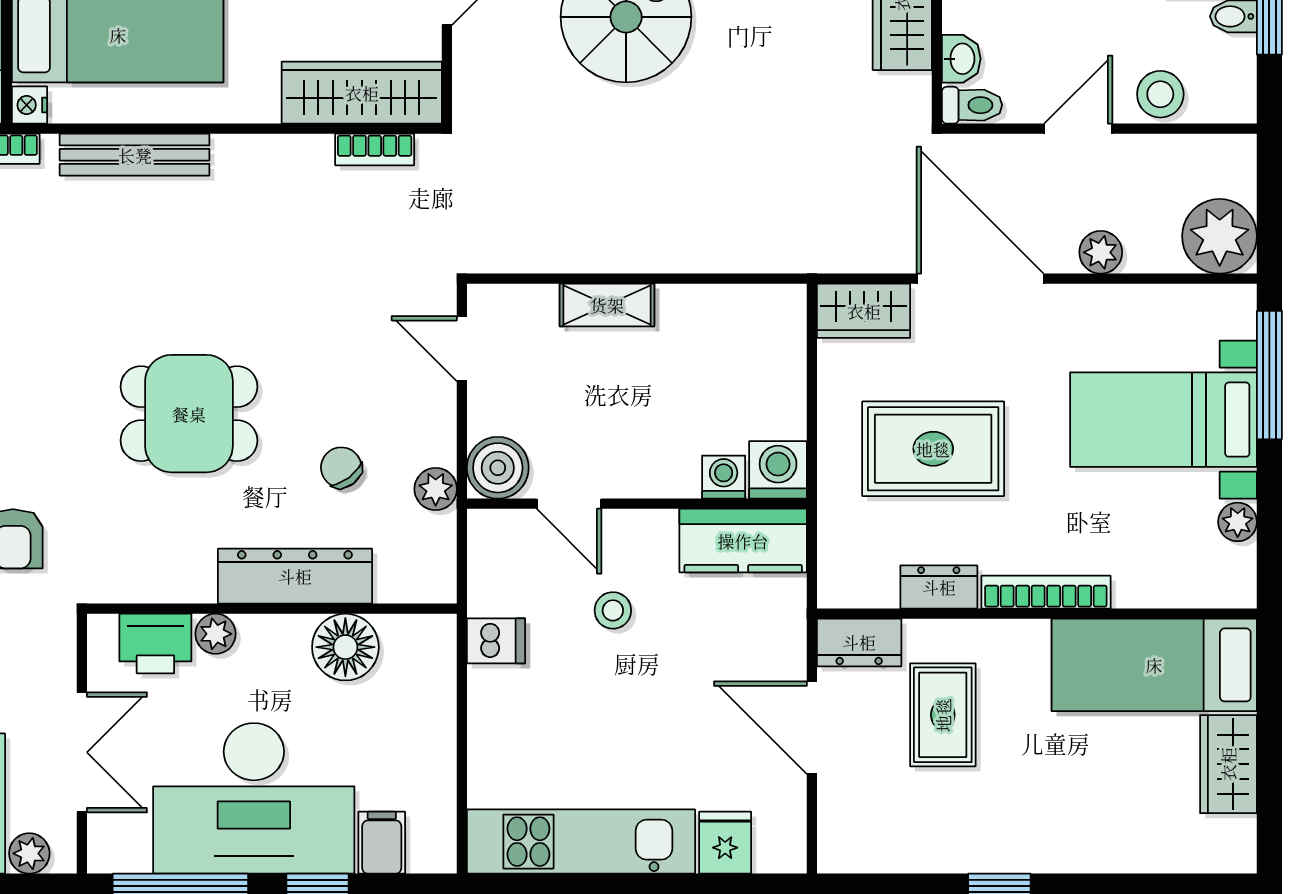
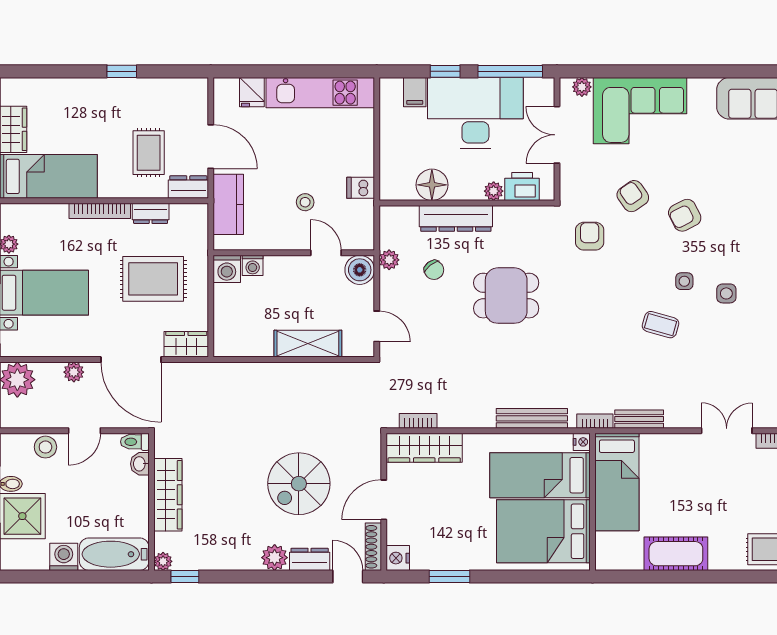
shelving: (607, 305) -> (308, 344), width x1.50, depth x1.33
kitchen counter: (743, 541) -> (228, 204), moved, turned 90

